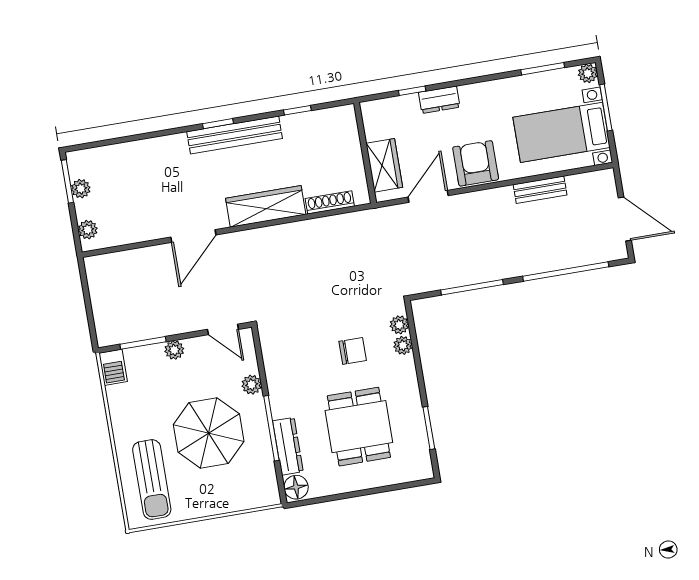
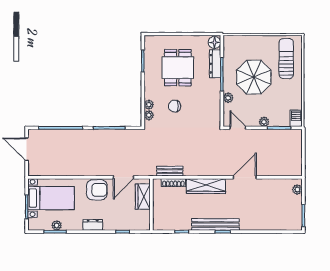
plant: (588, 73) -> (57, 225), moved
dresser: (439, 100) -> (93, 225), moved
armchair: (476, 163) -> (97, 190), turned -90
plant: (81, 189) -> (297, 211), removed
bench: (540, 190) -> (170, 171), moved

